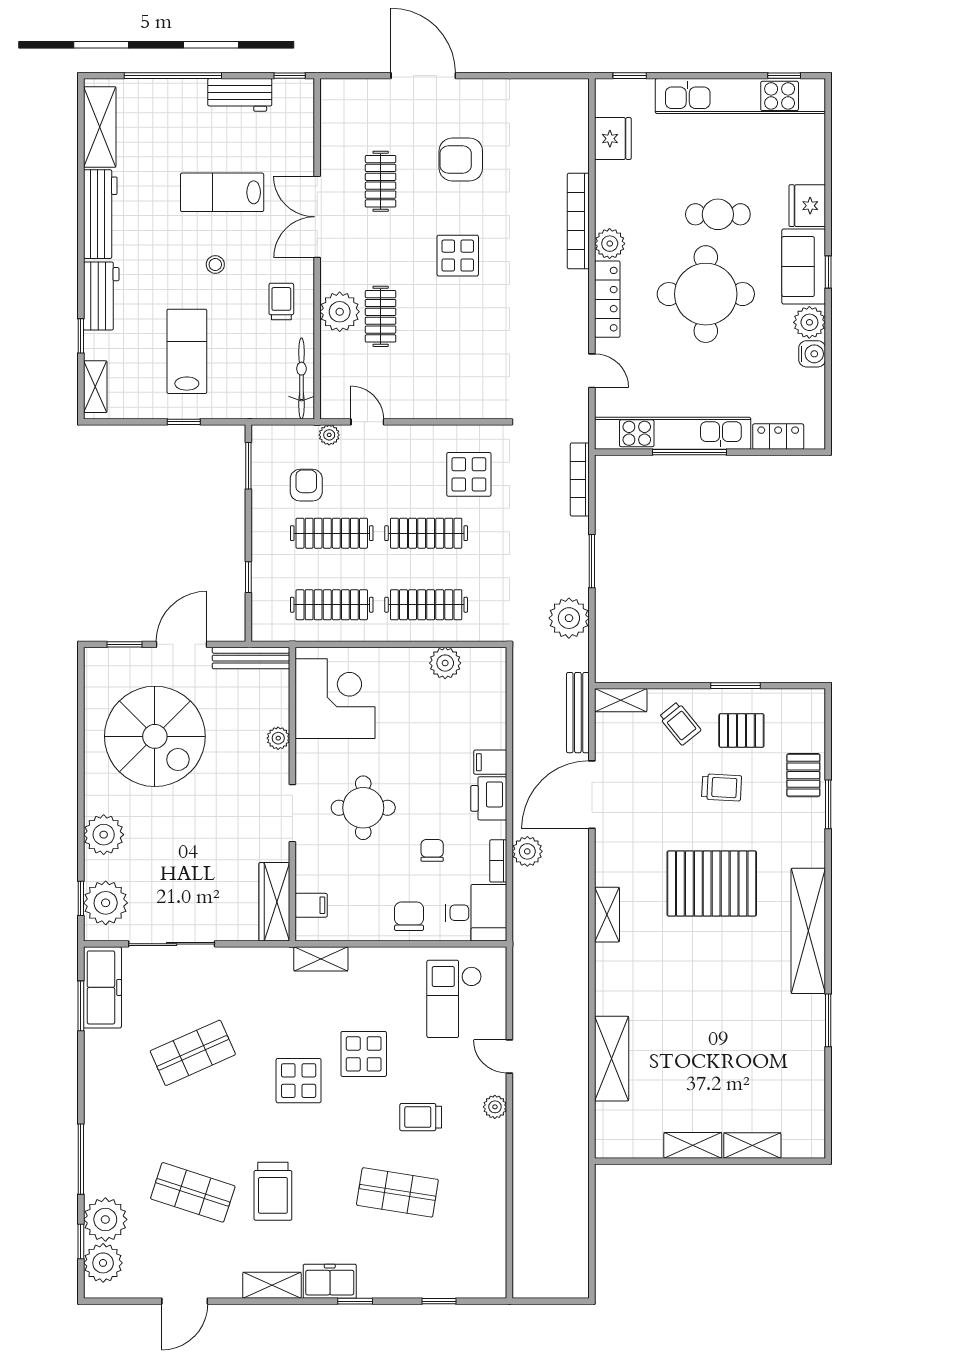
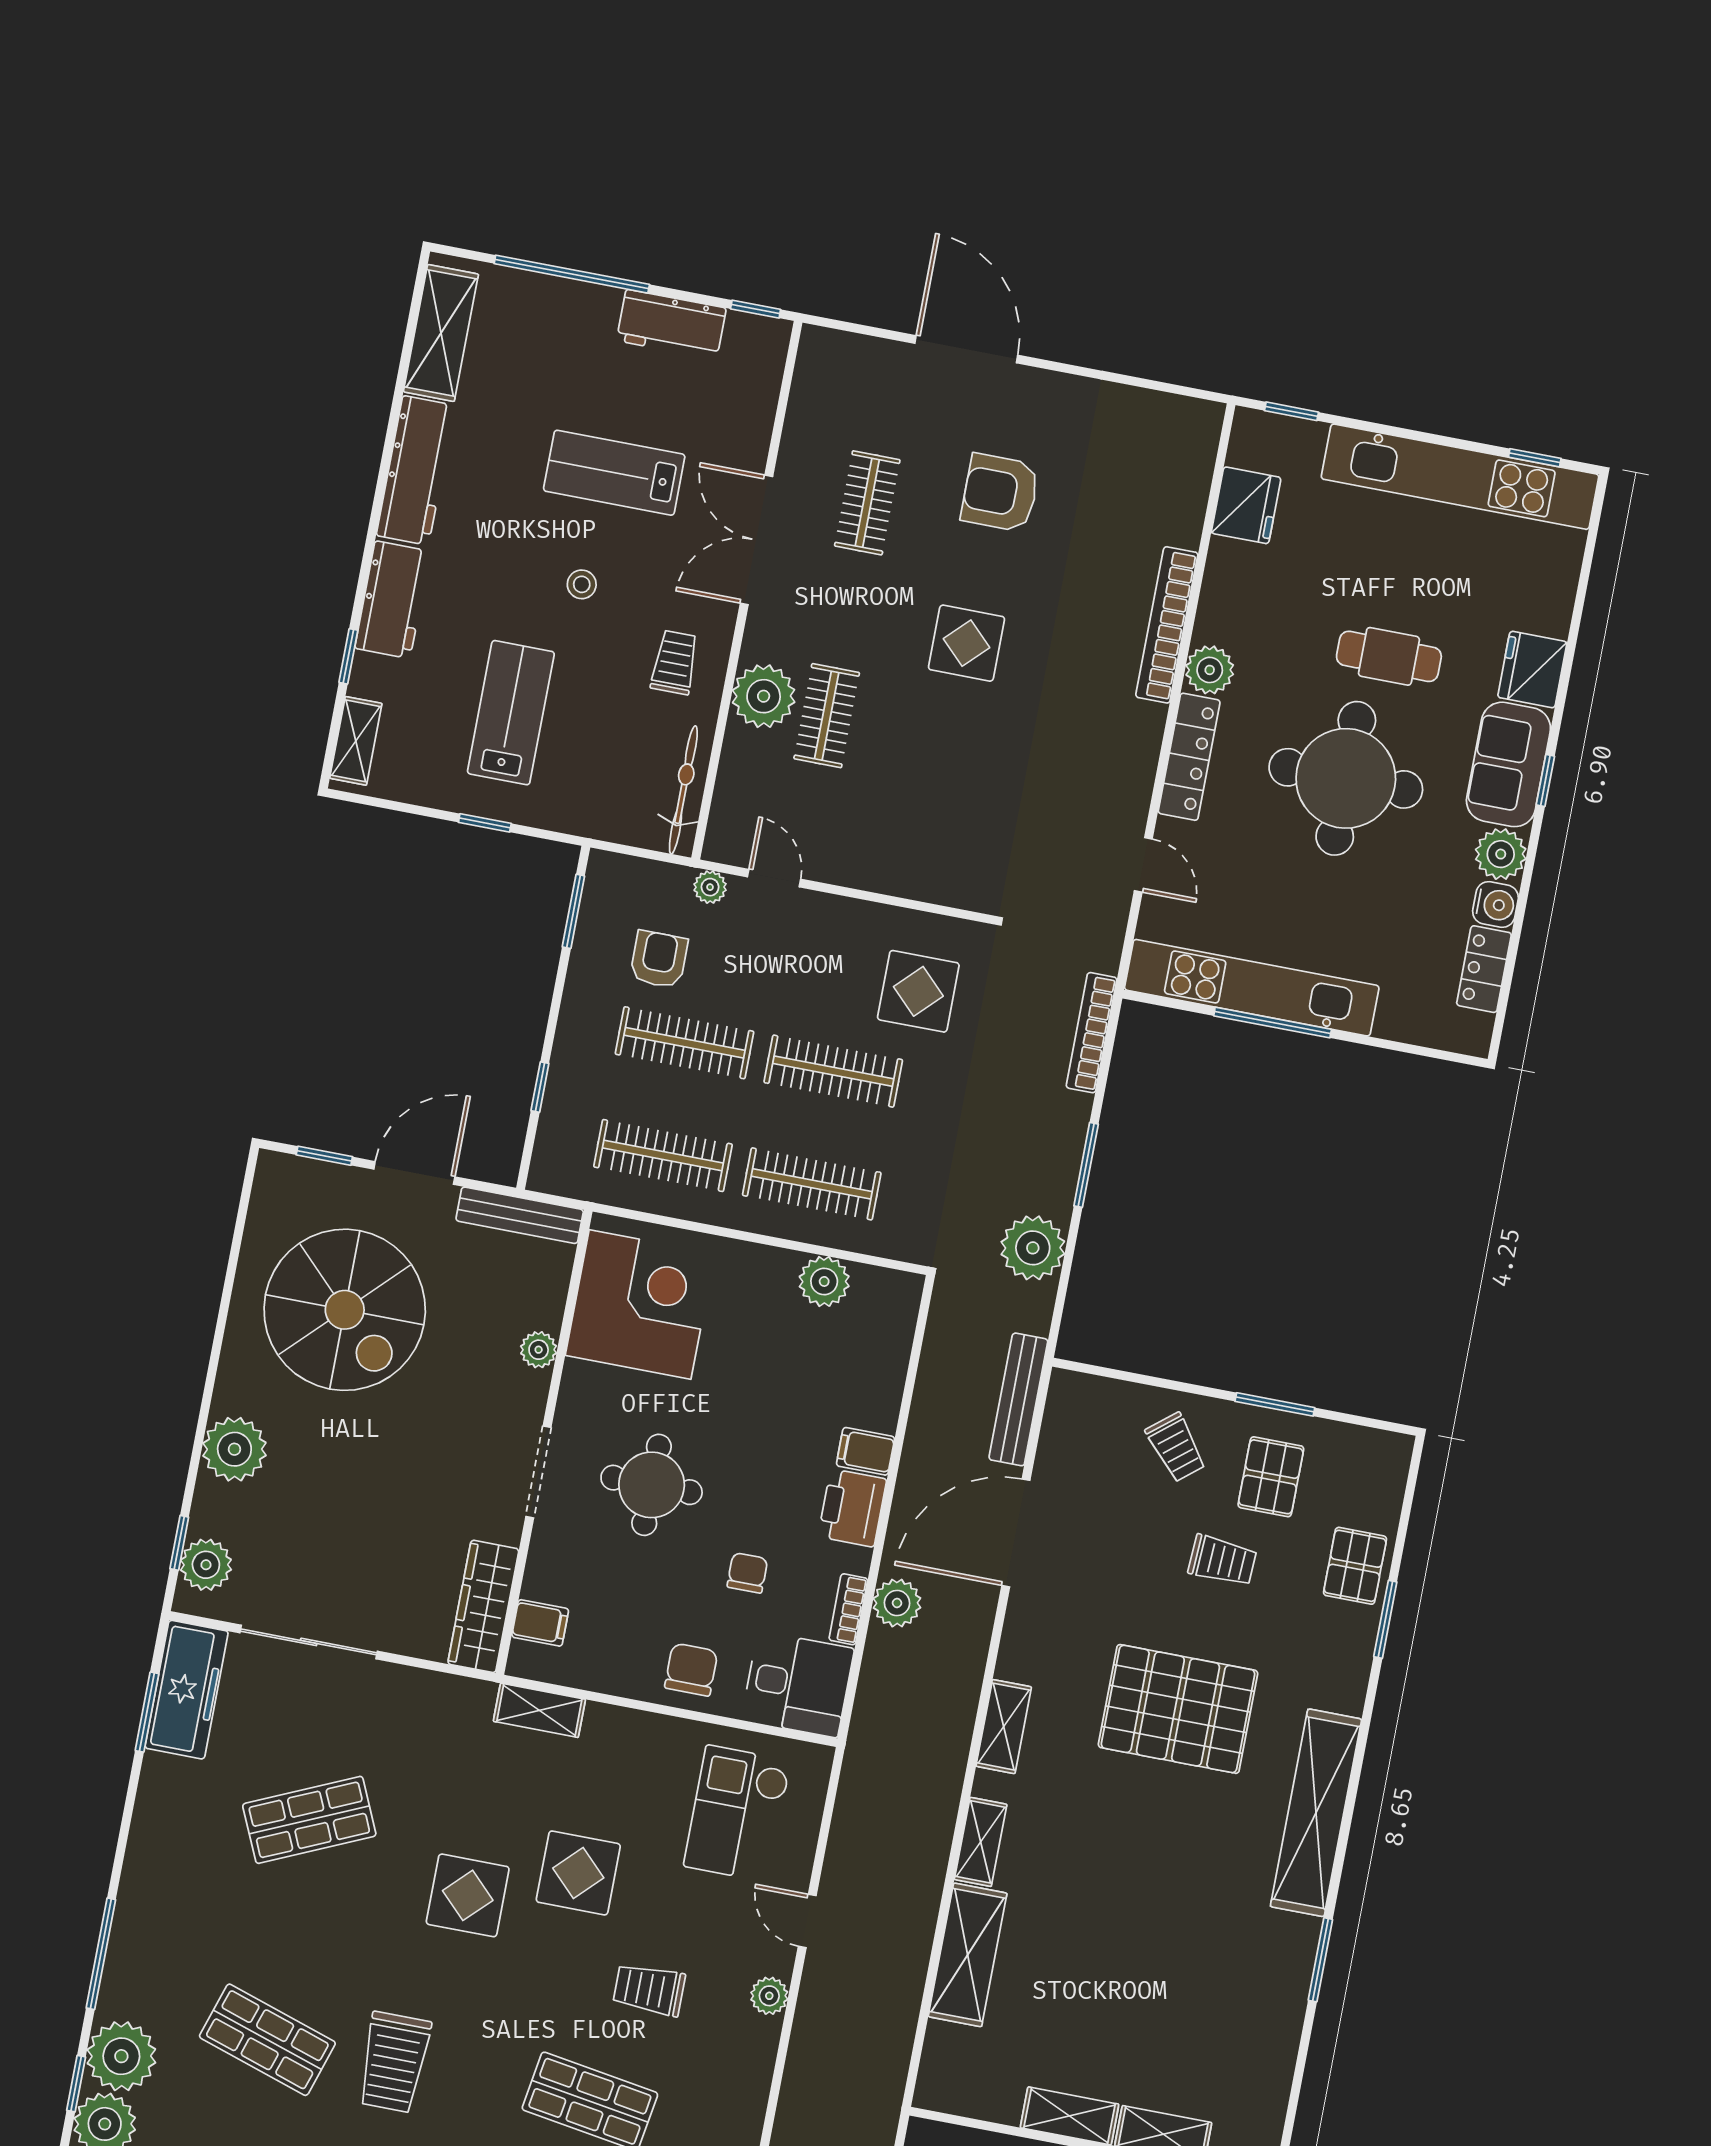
locker: (778, 437) -> (1484, 969), moved, turned -90
shelving: (621, 700) -> (981, 1842), moved, turned 90
pallet: (741, 730) -> (1271, 1477), turned 90
plant: (106, 903) -> (206, 1565), width x0.73, depth x0.73

